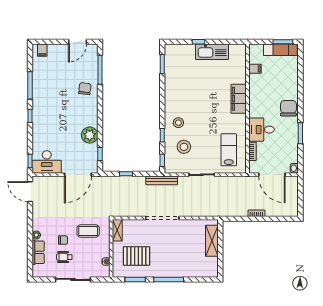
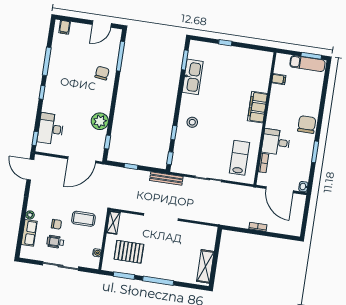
kitchen sink: (212, 52) -> (193, 77), moved, turned -90
stool: (184, 147) -> (194, 148), removed
desk: (47, 162) -> (51, 129), moved, turned 90
shelving: (212, 241) -> (205, 266), moved

